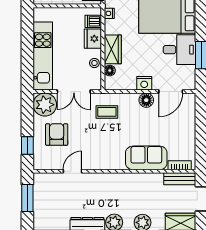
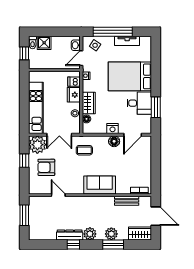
armchair: (57, 134) -> (46, 167), turned -90
window: (27, 146) -> (24, 161), moved
sofa: (146, 158) -> (100, 185), moved
door: (72, 171) -> (58, 195), hinge flipped
bench: (180, 179) -> (127, 201), moved

